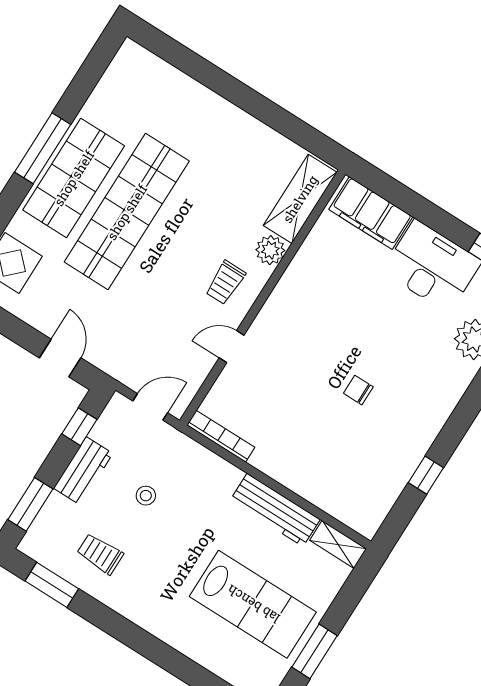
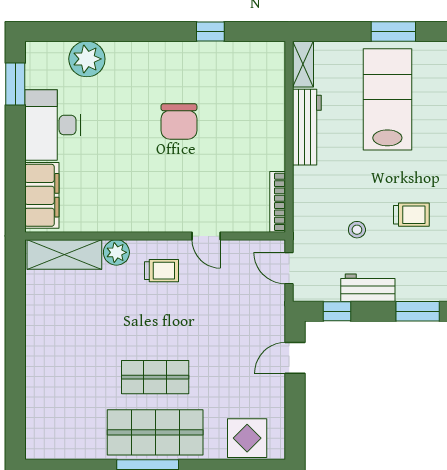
shop shelf: (127, 212) -> (155, 377), width x0.50, depth x0.74
chair: (358, 390) -> (179, 121), width x1.87, depth x1.87
trolley: (100, 554) -> (411, 215), moved, turned -90

